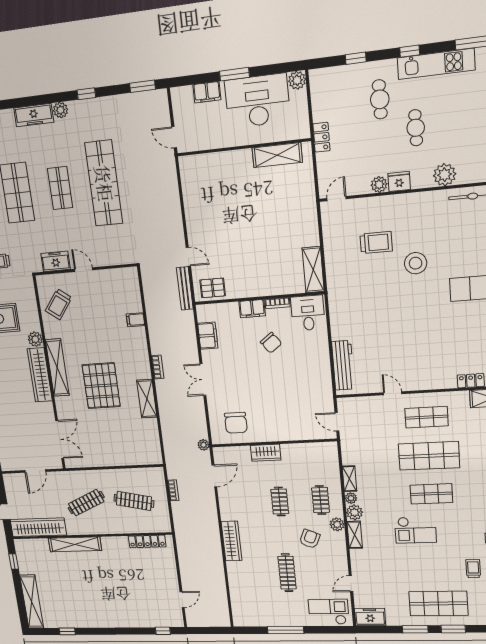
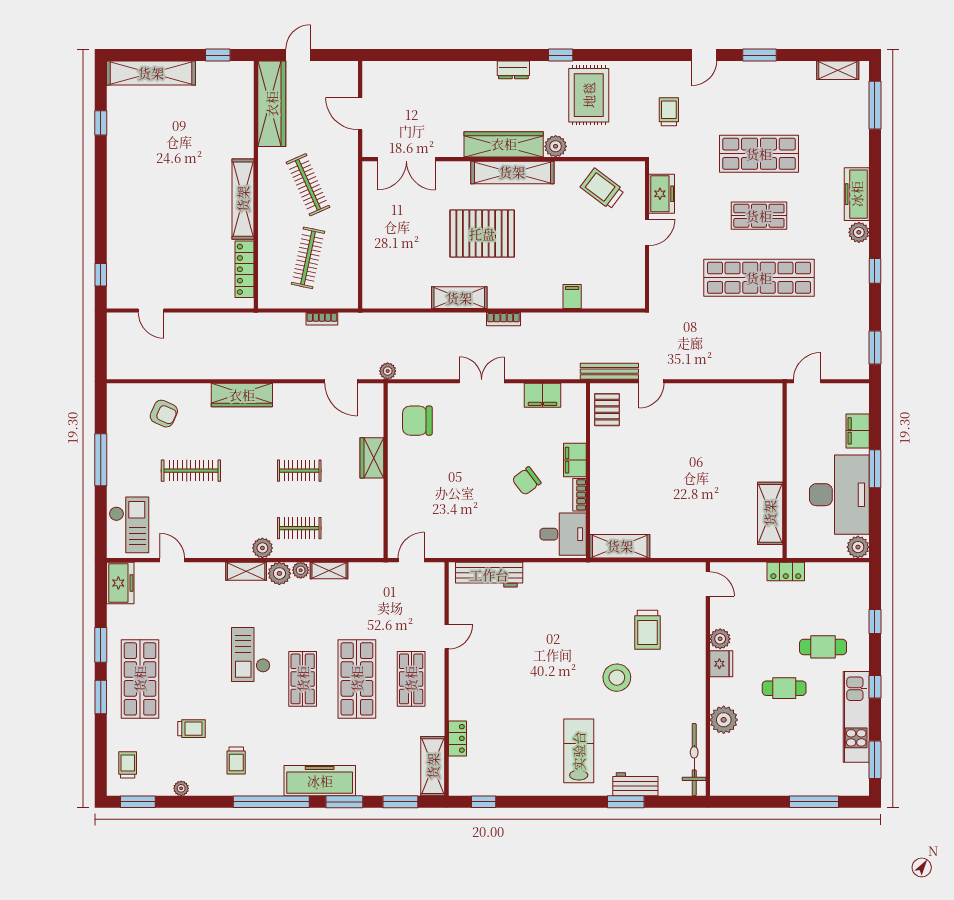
armchair: (310, 539) -> (164, 414), moved
shelving: (75, 544) -> (243, 199), moved

